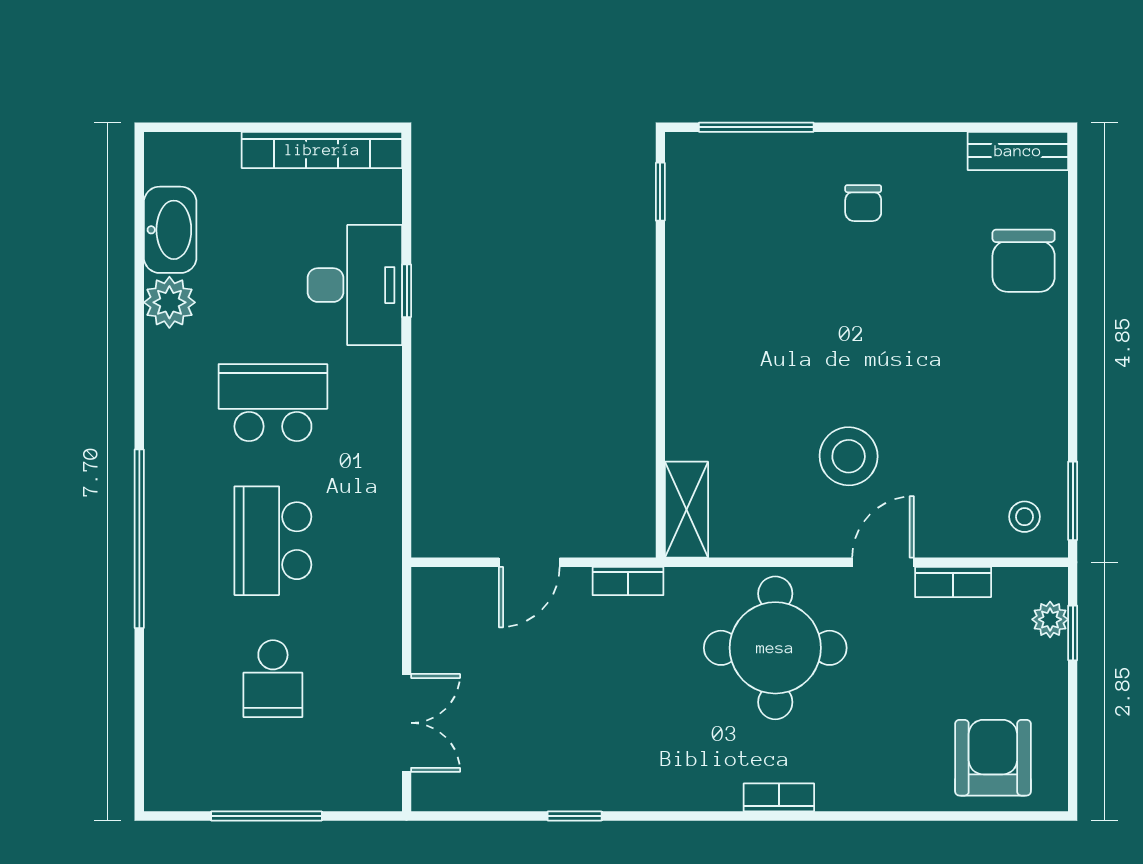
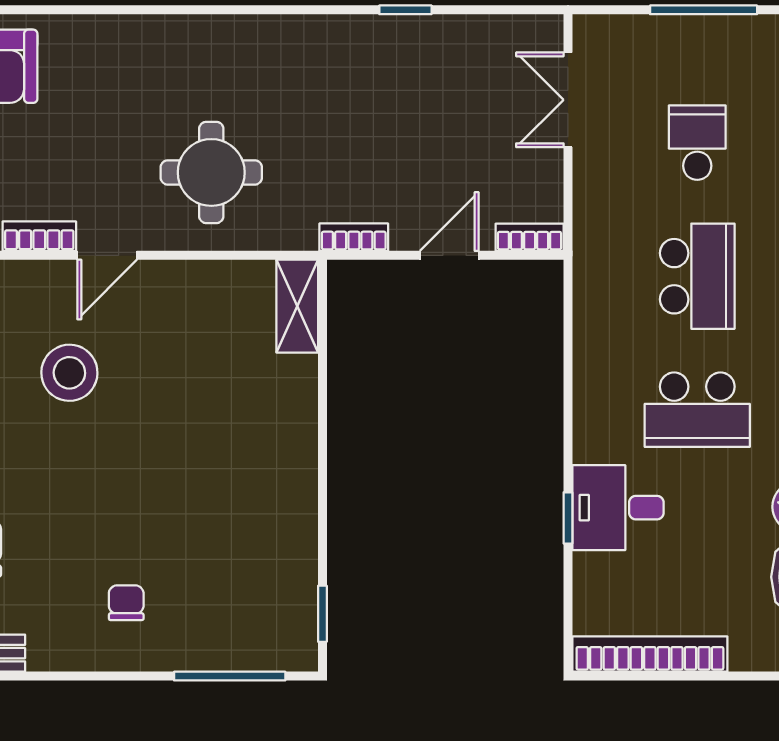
desk: (355, 285) -> (618, 508), width x0.73
stool: (849, 456) -> (69, 373), moved
round table: (775, 648) -> (211, 172), width x0.73, depth x0.73
bookcase: (779, 797) -> (530, 237), moved, turned 180

